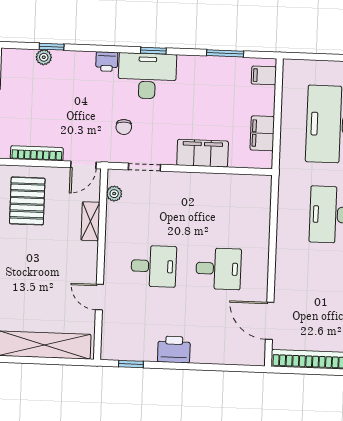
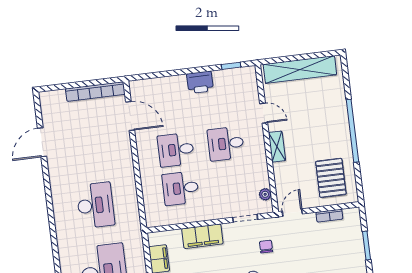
bookcase: (37, 153) -> (329, 216), width x0.64
desk: (220, 219) -> (181, 188), added
shelving: (90, 221) -> (277, 147), moved

